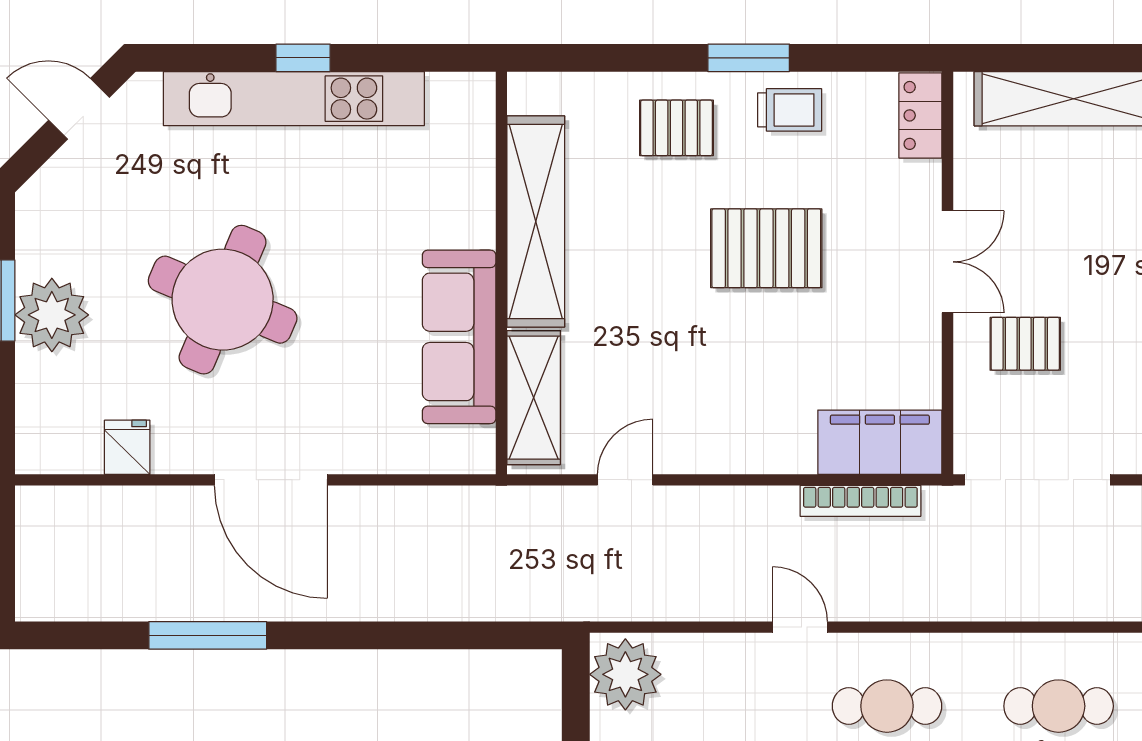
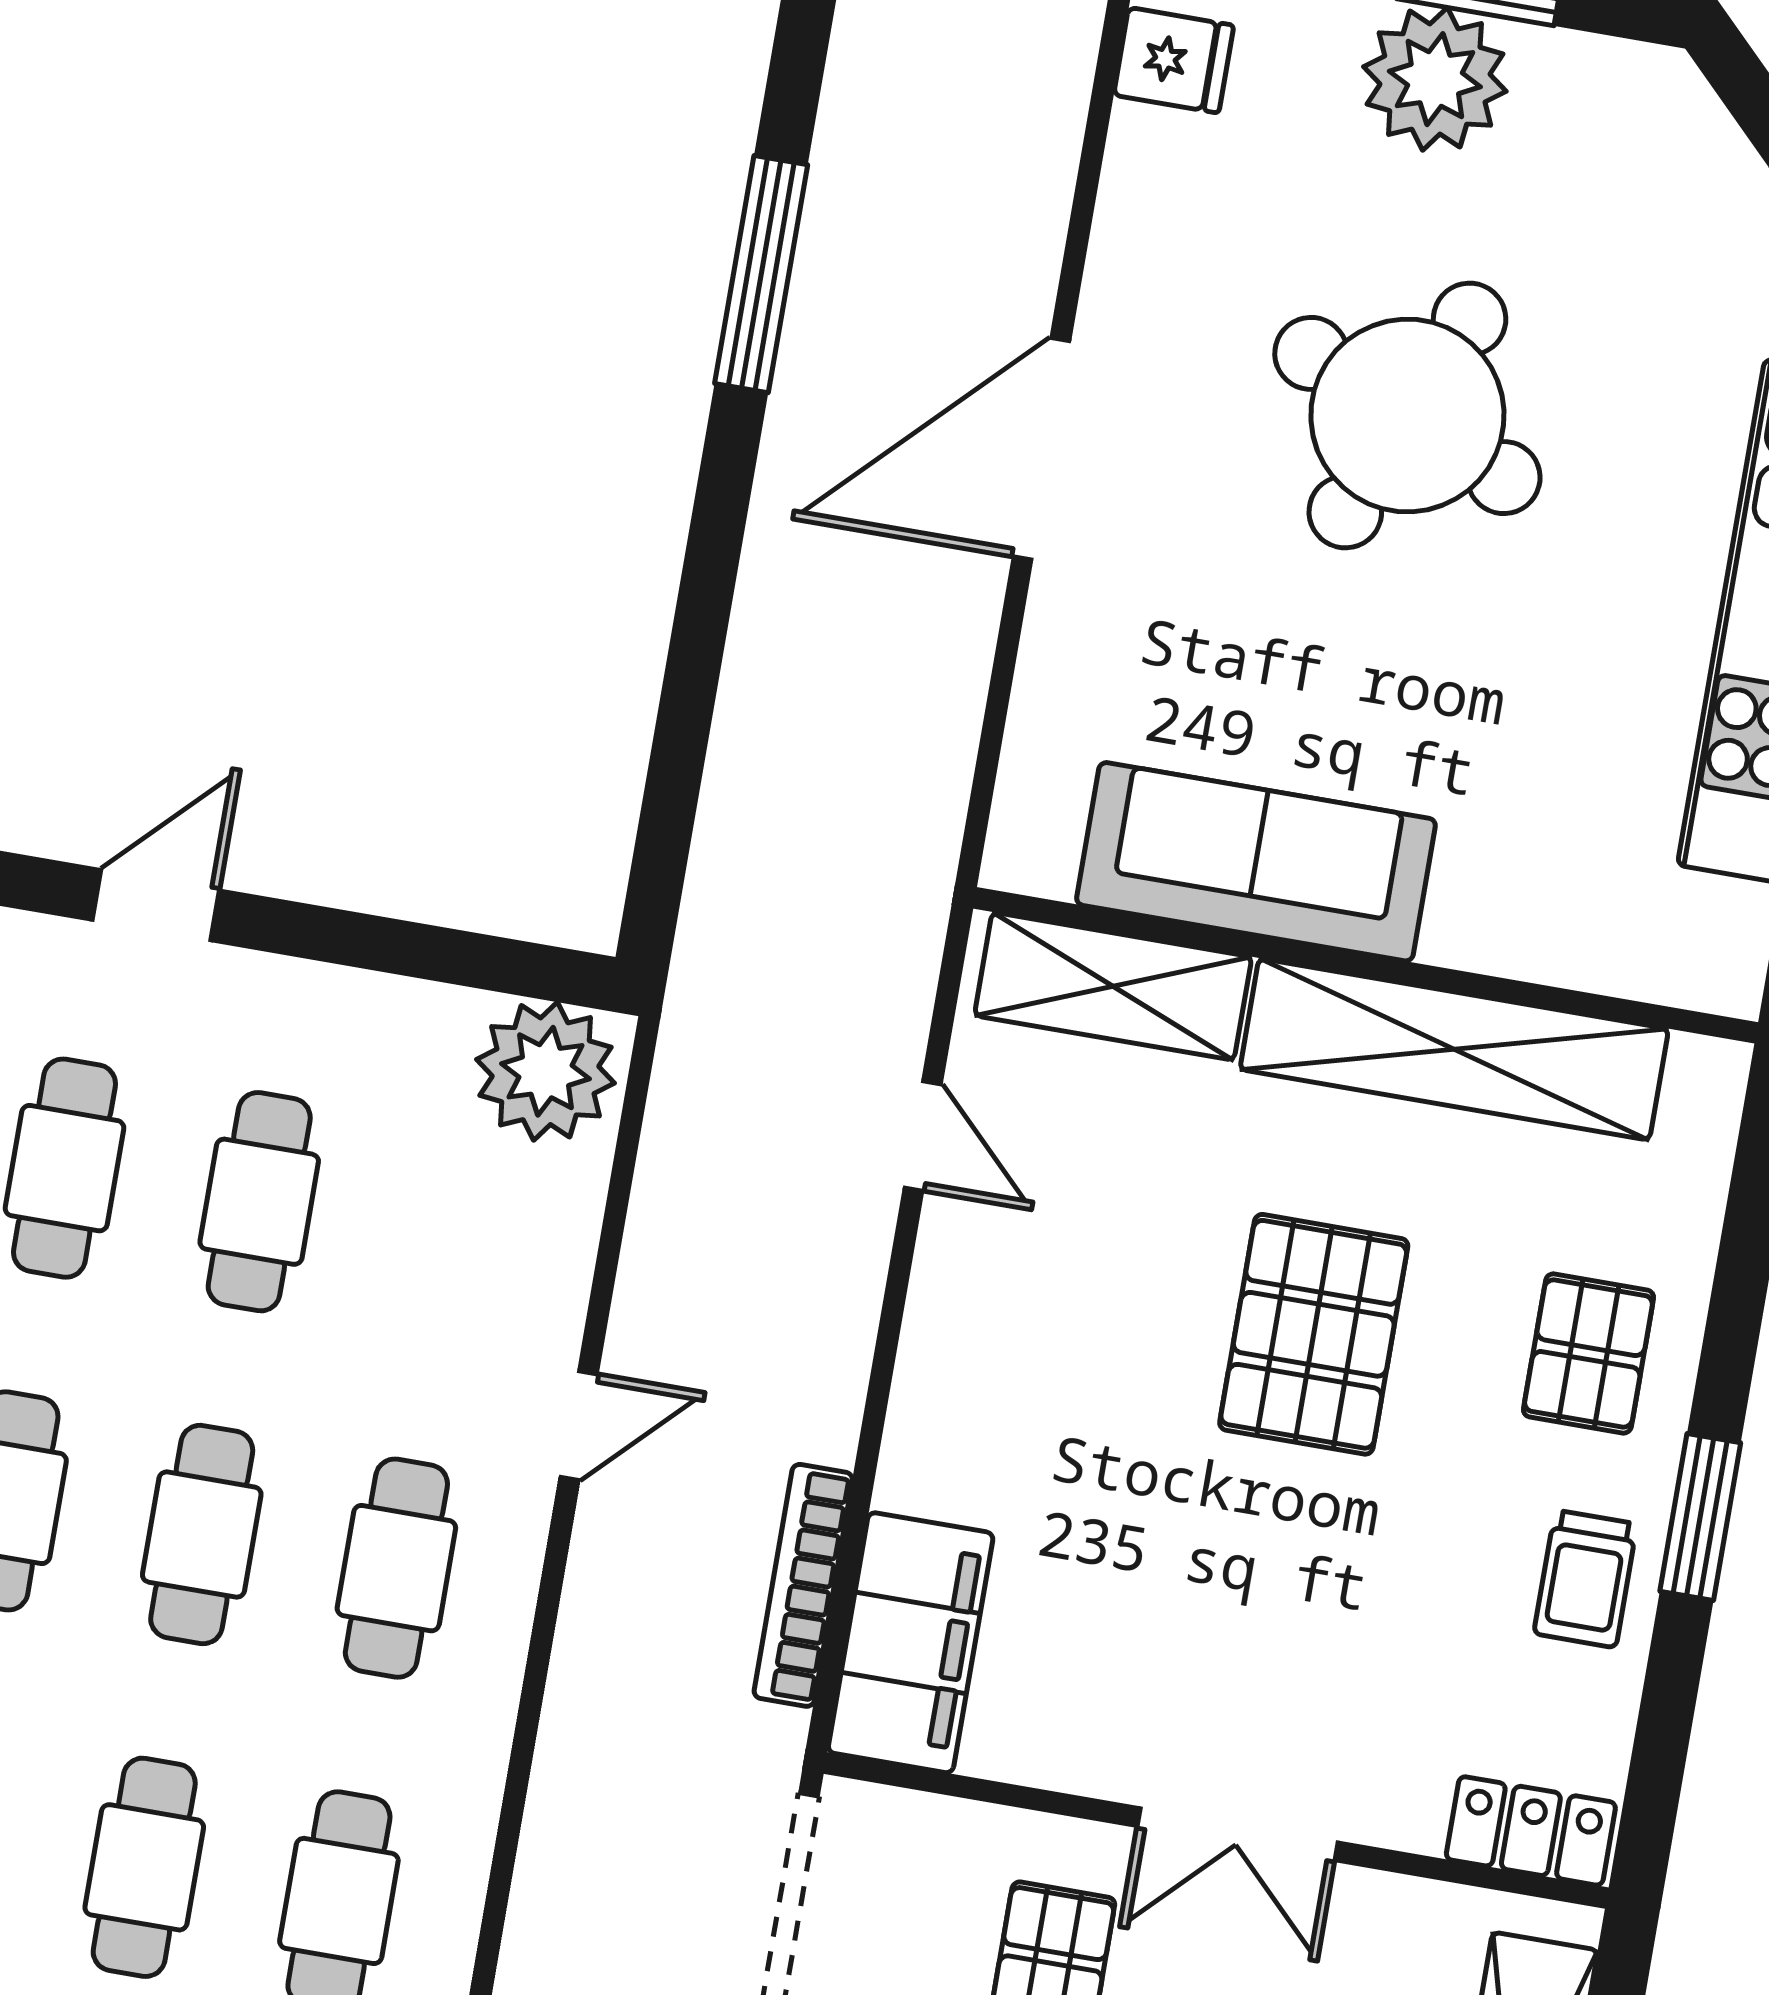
pallet: (766, 248) -> (1314, 1334), moved
fridge: (127, 447) -> (1174, 60), moved

